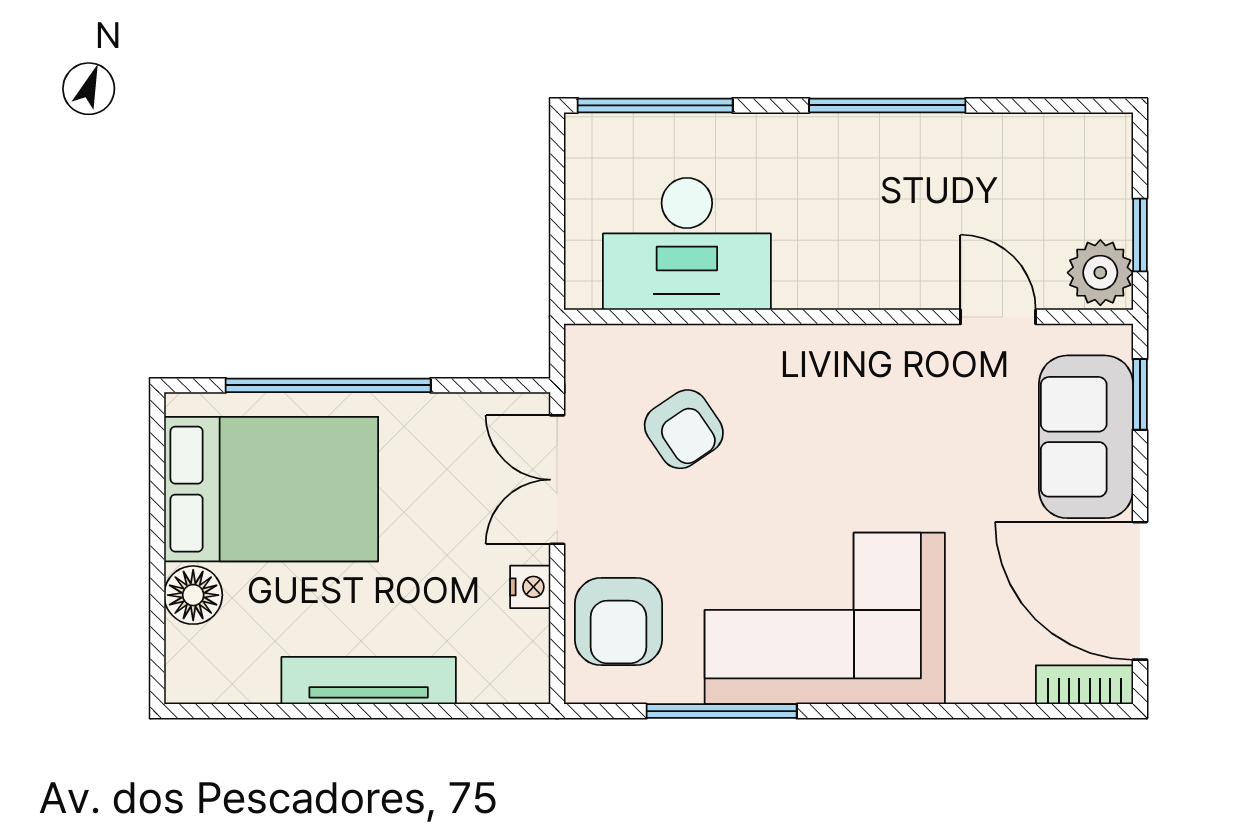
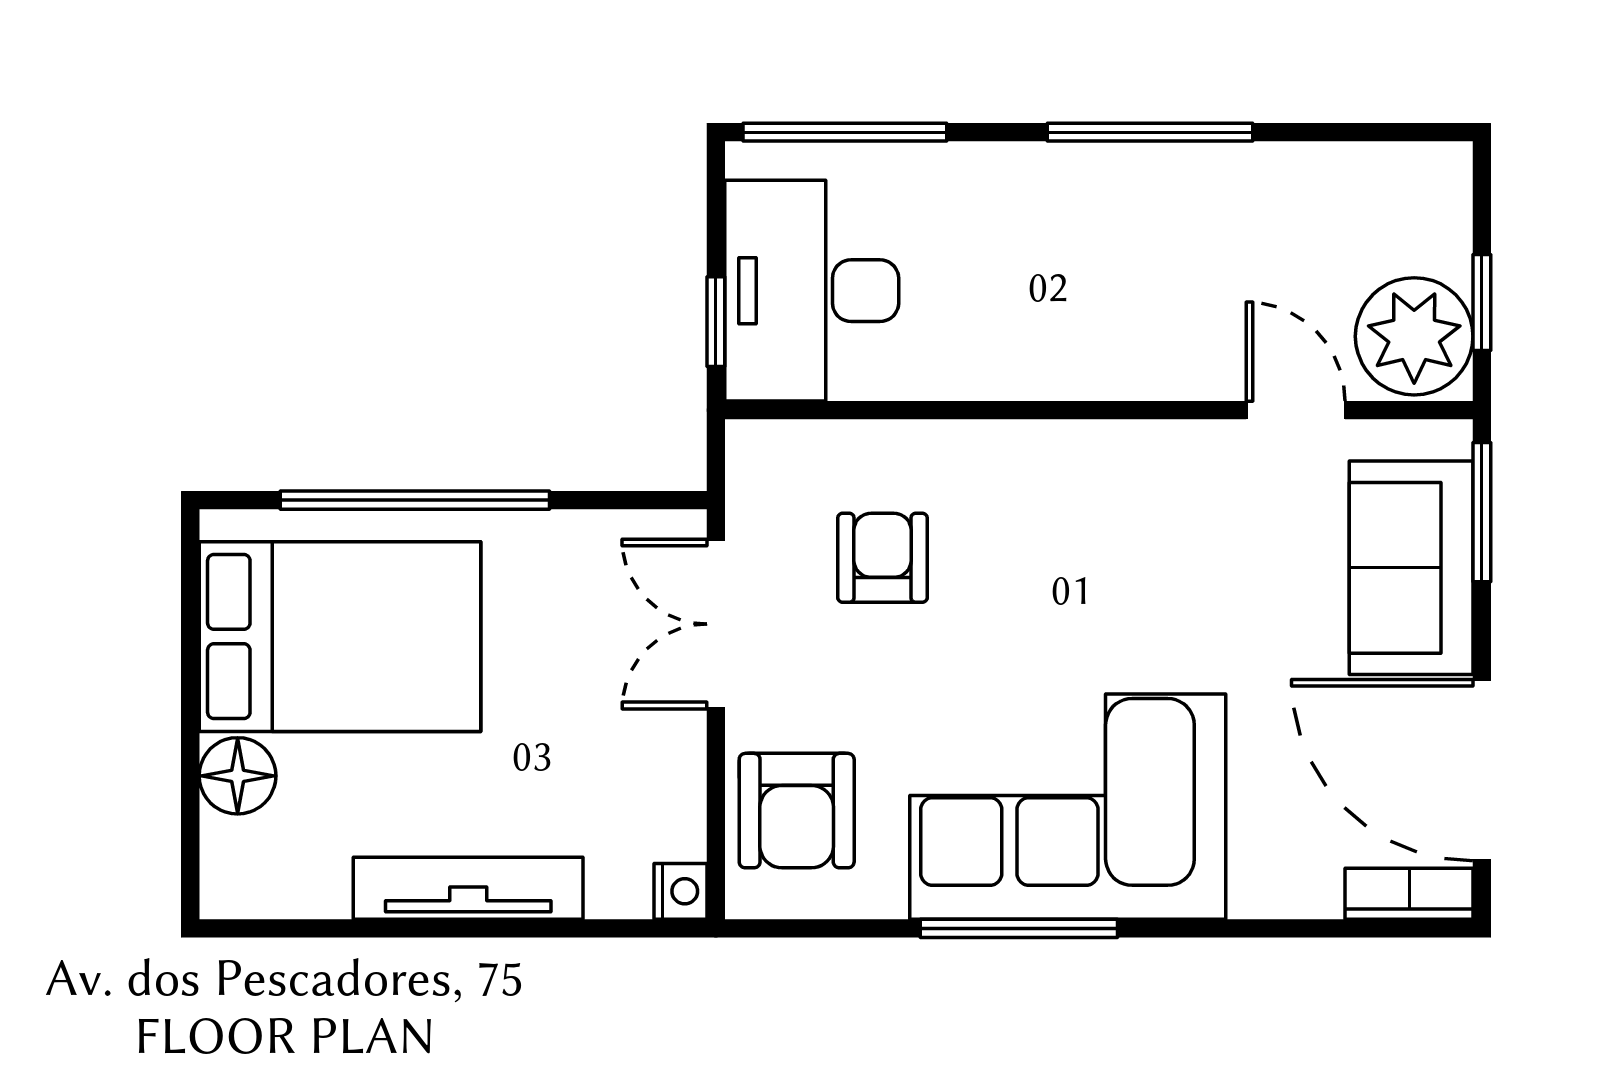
desk: (687, 244) -> (812, 291), moved, turned 90
window: (557, 250) -> (716, 322), added
plant: (1100, 273) -> (1414, 336), width x1.36, depth x1.36
window: (1140, 394) -> (1482, 512), width x1.50
armchair: (684, 429) -> (882, 558), turned -146
nightstand: (530, 587) -> (681, 891), moved
window: (722, 711) -> (1019, 928), moved

